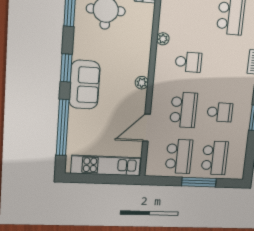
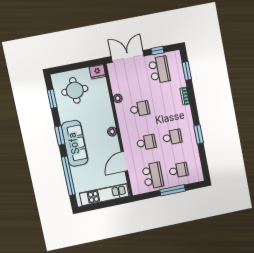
sofa: (84, 85) -> (75, 143), width x1.36
school desk: (184, 110) -> (146, 142), width x0.54
school desk: (215, 158) -> (179, 170), width x0.54

